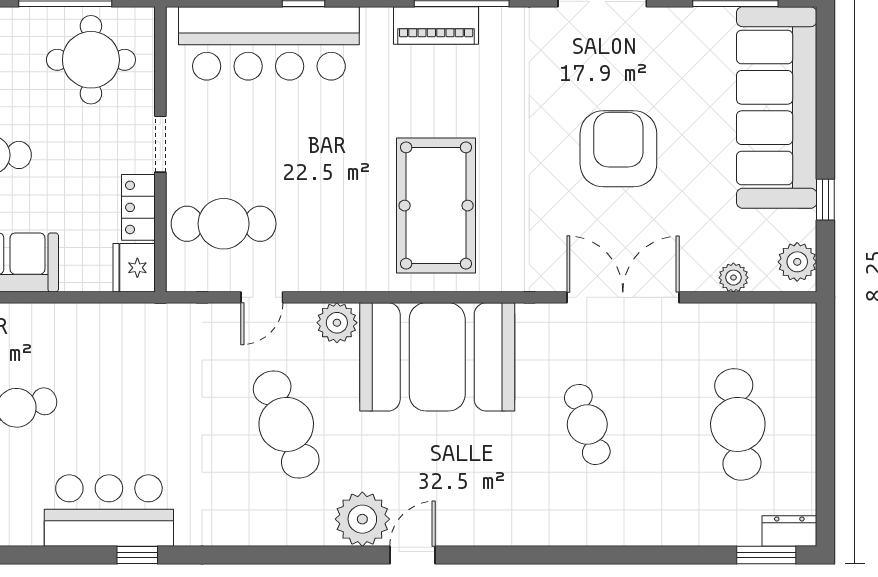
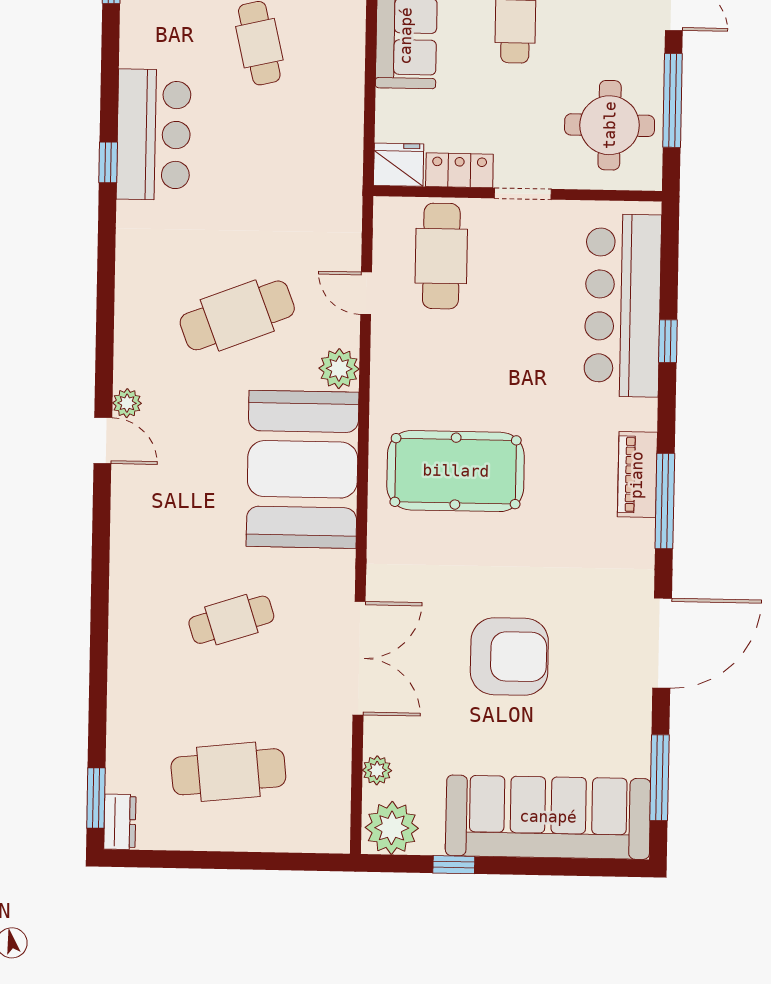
plant: (797, 262) -> (392, 828), width x1.36, depth x1.36
plant: (362, 519) -> (127, 403), width x0.53, depth x0.53

